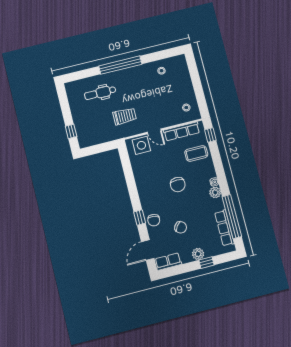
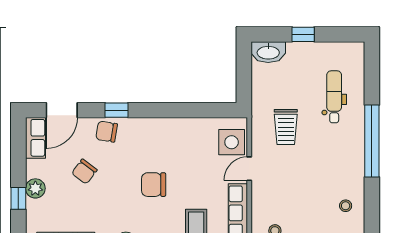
window: (71, 131) -> (303, 34), moved
washbasin: (83, 137) -> (268, 52), added
door: (148, 250) -> (62, 110), swing flipped

